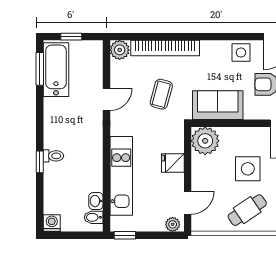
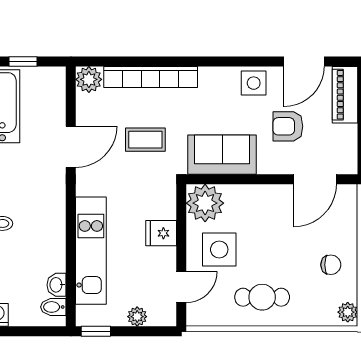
coffee table: (161, 94) -> (145, 140), turned 75
door: (106, 99) -> (71, 147), width x1.38
side table: (248, 169) -> (219, 249), moved
cafe table: (247, 210) -> (262, 297), turned 34
plant: (173, 224) -> (137, 317), moved

